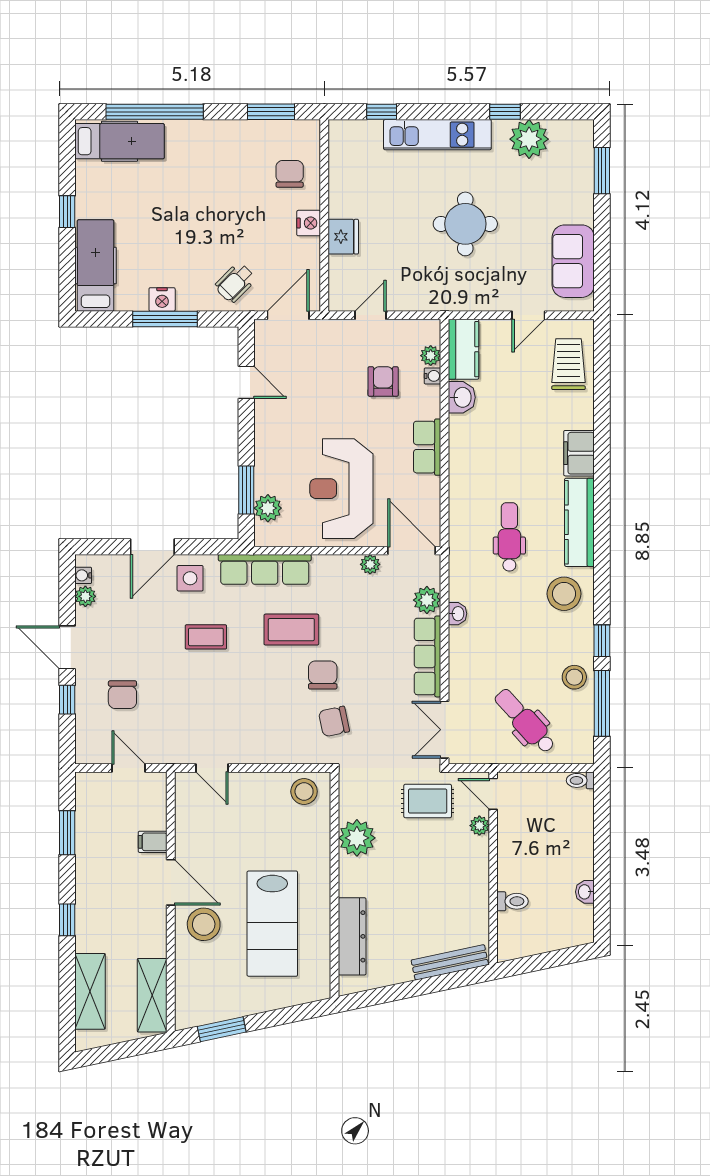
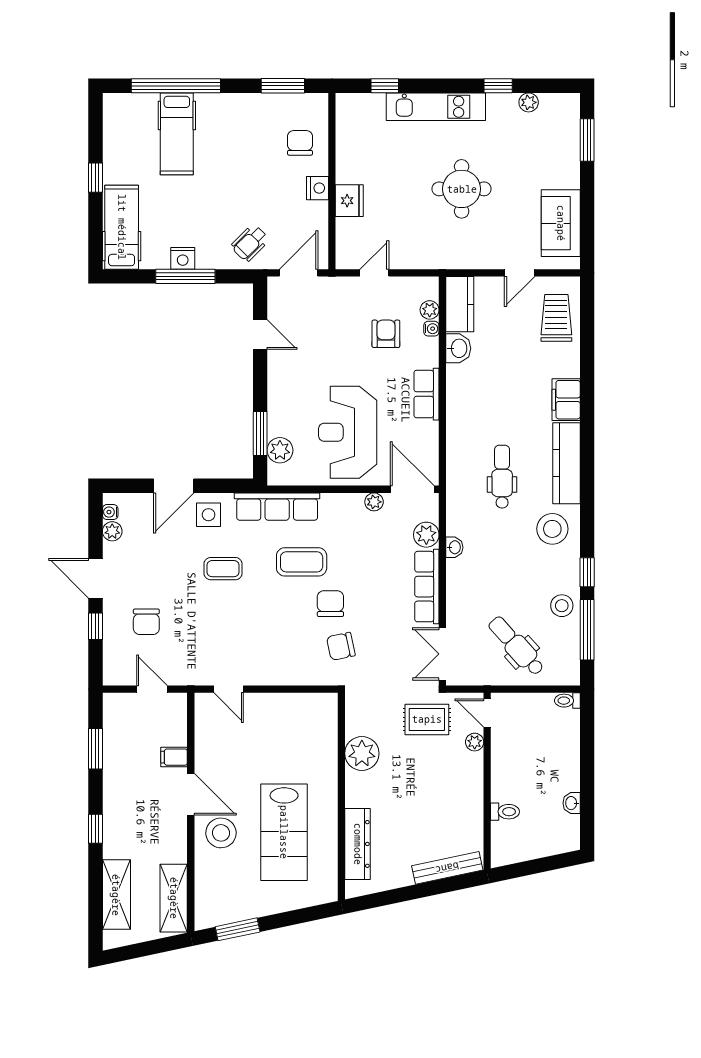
plant: (529, 139) -> (529, 102), width x0.53, depth x0.53
hospital bed: (119, 141) -> (177, 134), moved, turned 90
stool: (304, 791) -> (313, 711), removed

